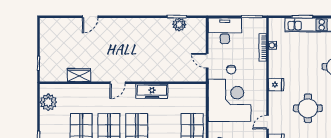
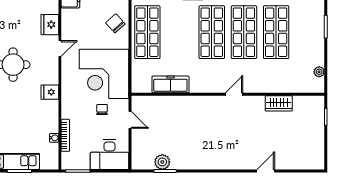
freezer: (152, 91) -> (170, 84), moved
plant: (48, 102) -> (319, 72), width x0.53, depth x0.53

